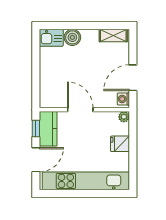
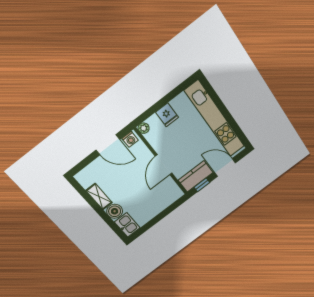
shelving: (113, 36) -> (99, 197), moved

